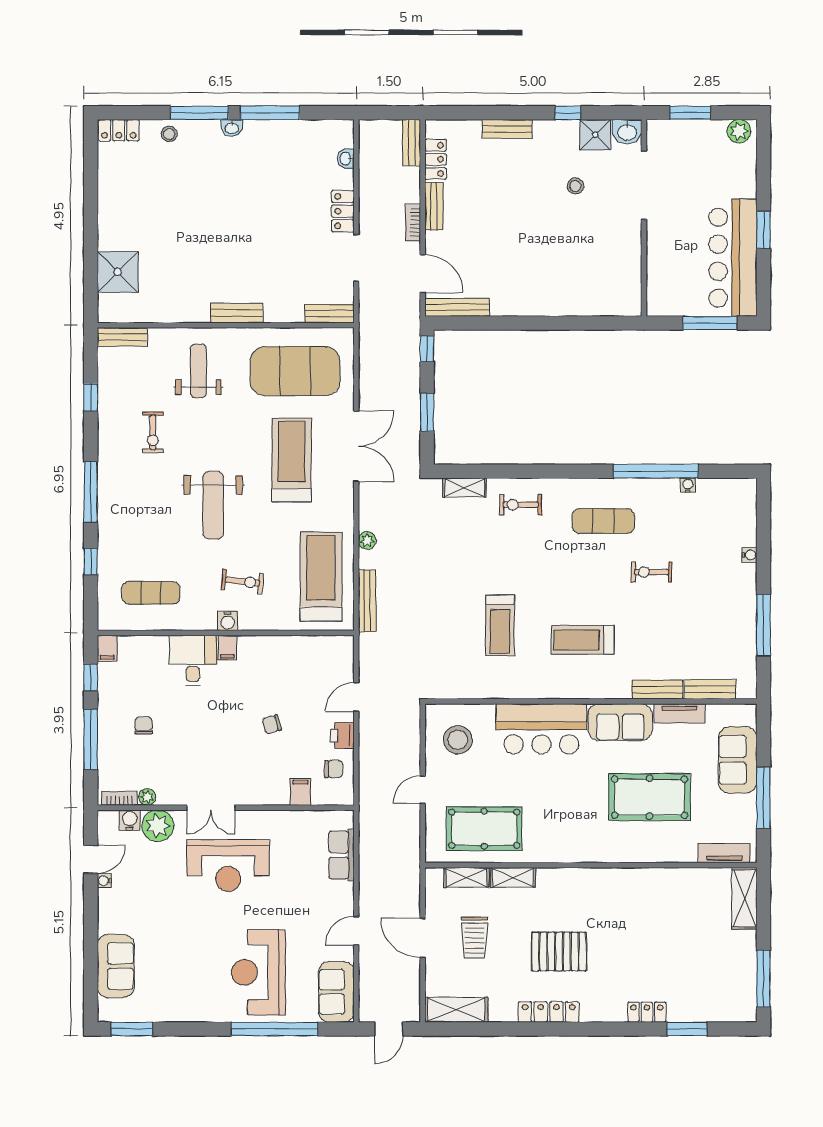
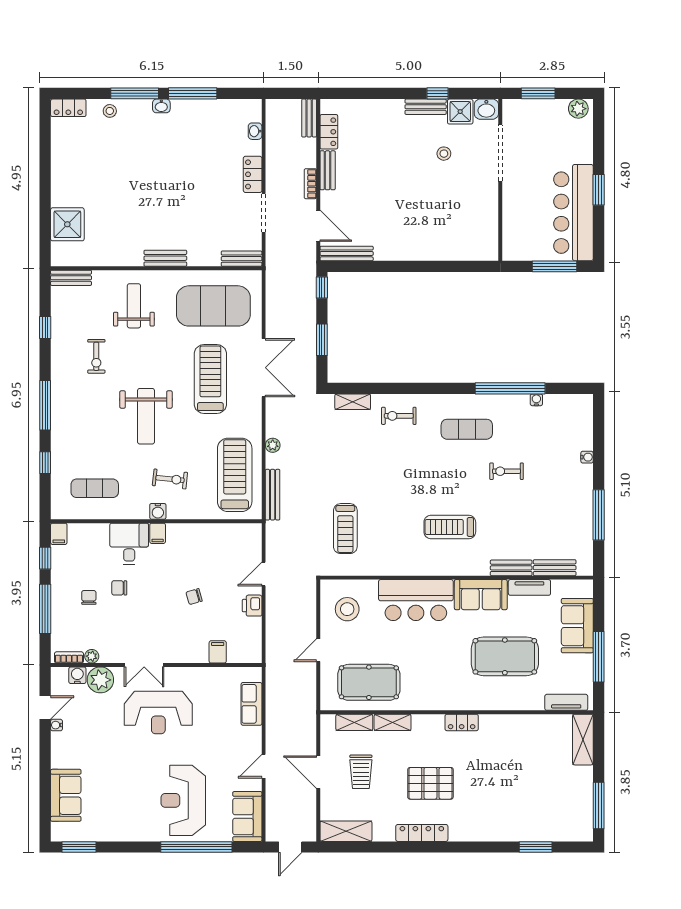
bench: (507, 129) -> (426, 107), moved
treadmill: (500, 625) -> (345, 529), moved
chair: (334, 769) -> (119, 588), moved, turned 180
locker: (647, 1012) -> (462, 722), moved, turned 180

